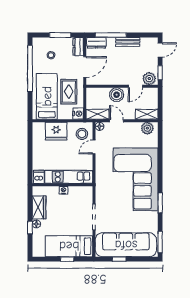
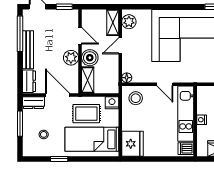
window: (111, 35) -> (20, 34), moved
bench: (128, 42) -> (28, 50), width x1.36
window: (30, 68) -> (59, 159), width x0.32
plant: (149, 79) -> (71, 58), moved
shelving: (97, 114) -> (88, 80), moved
door: (116, 121) -> (120, 46), moved
fridge: (56, 131) -> (132, 144), moved
door: (94, 147) -> (165, 84), moved

